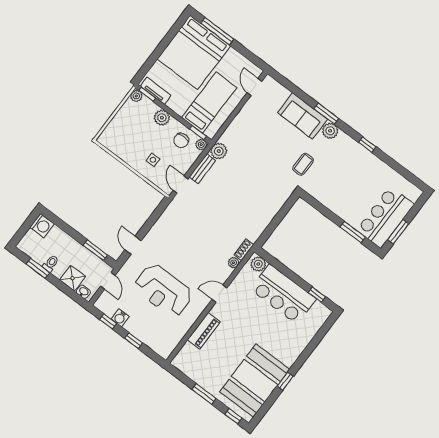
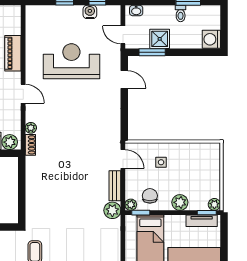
shower: (72, 278) -> (160, 39), moved
door: (219, 294) -> (23, 94), hinge flipped

